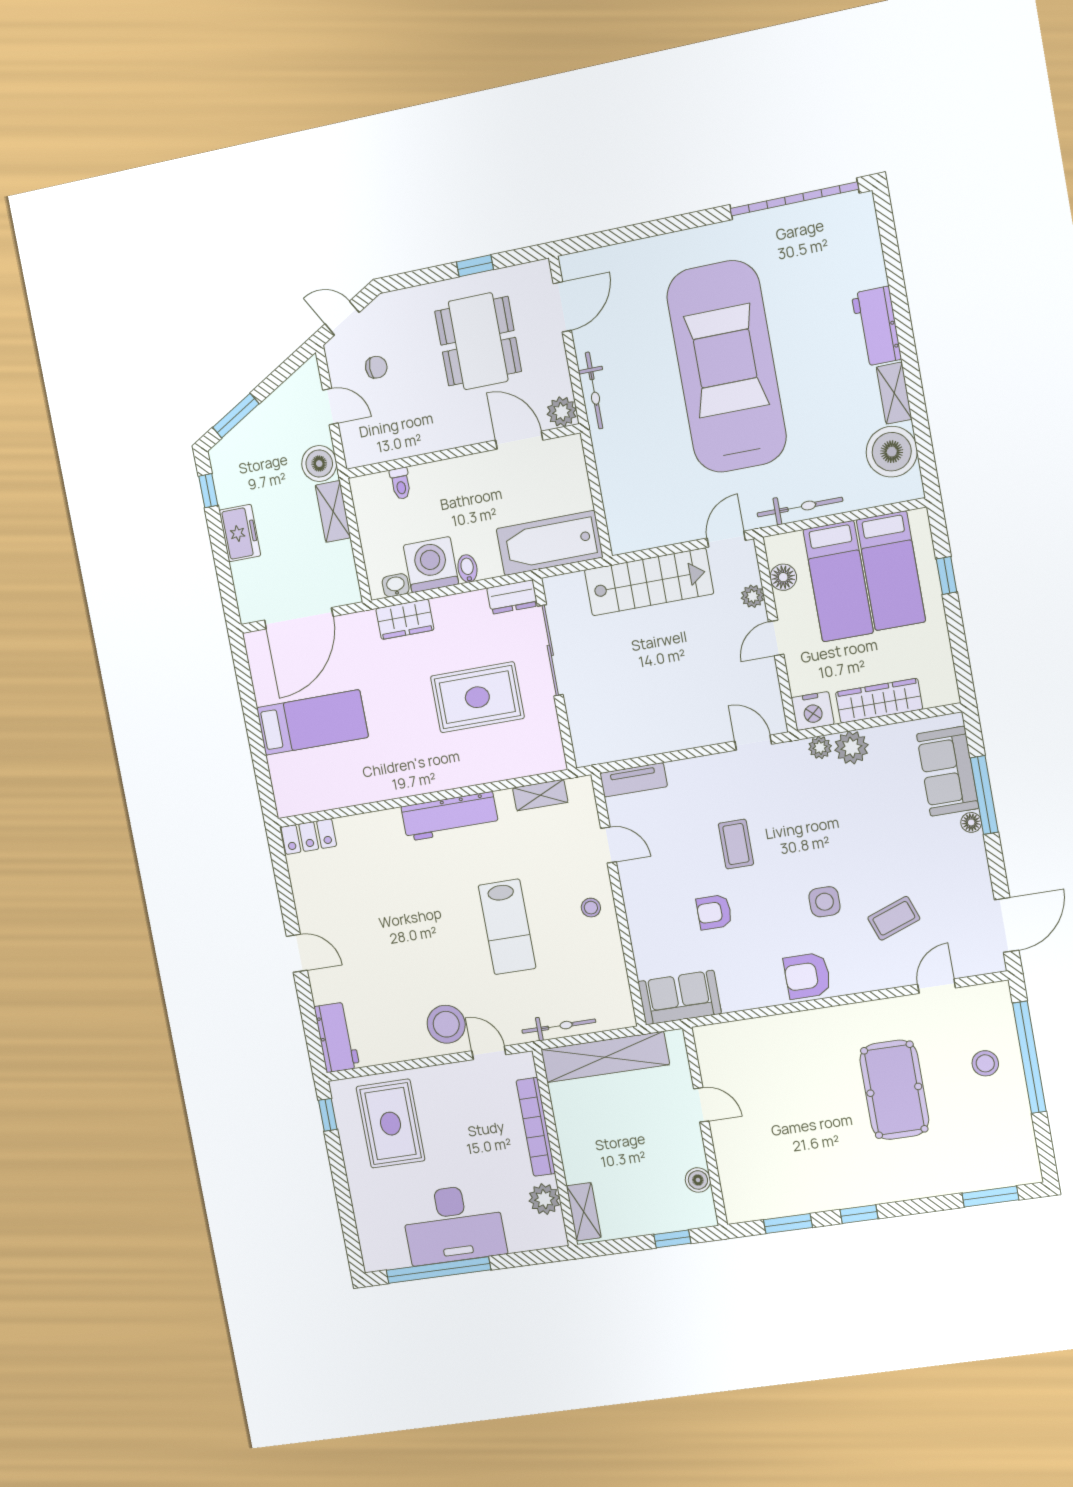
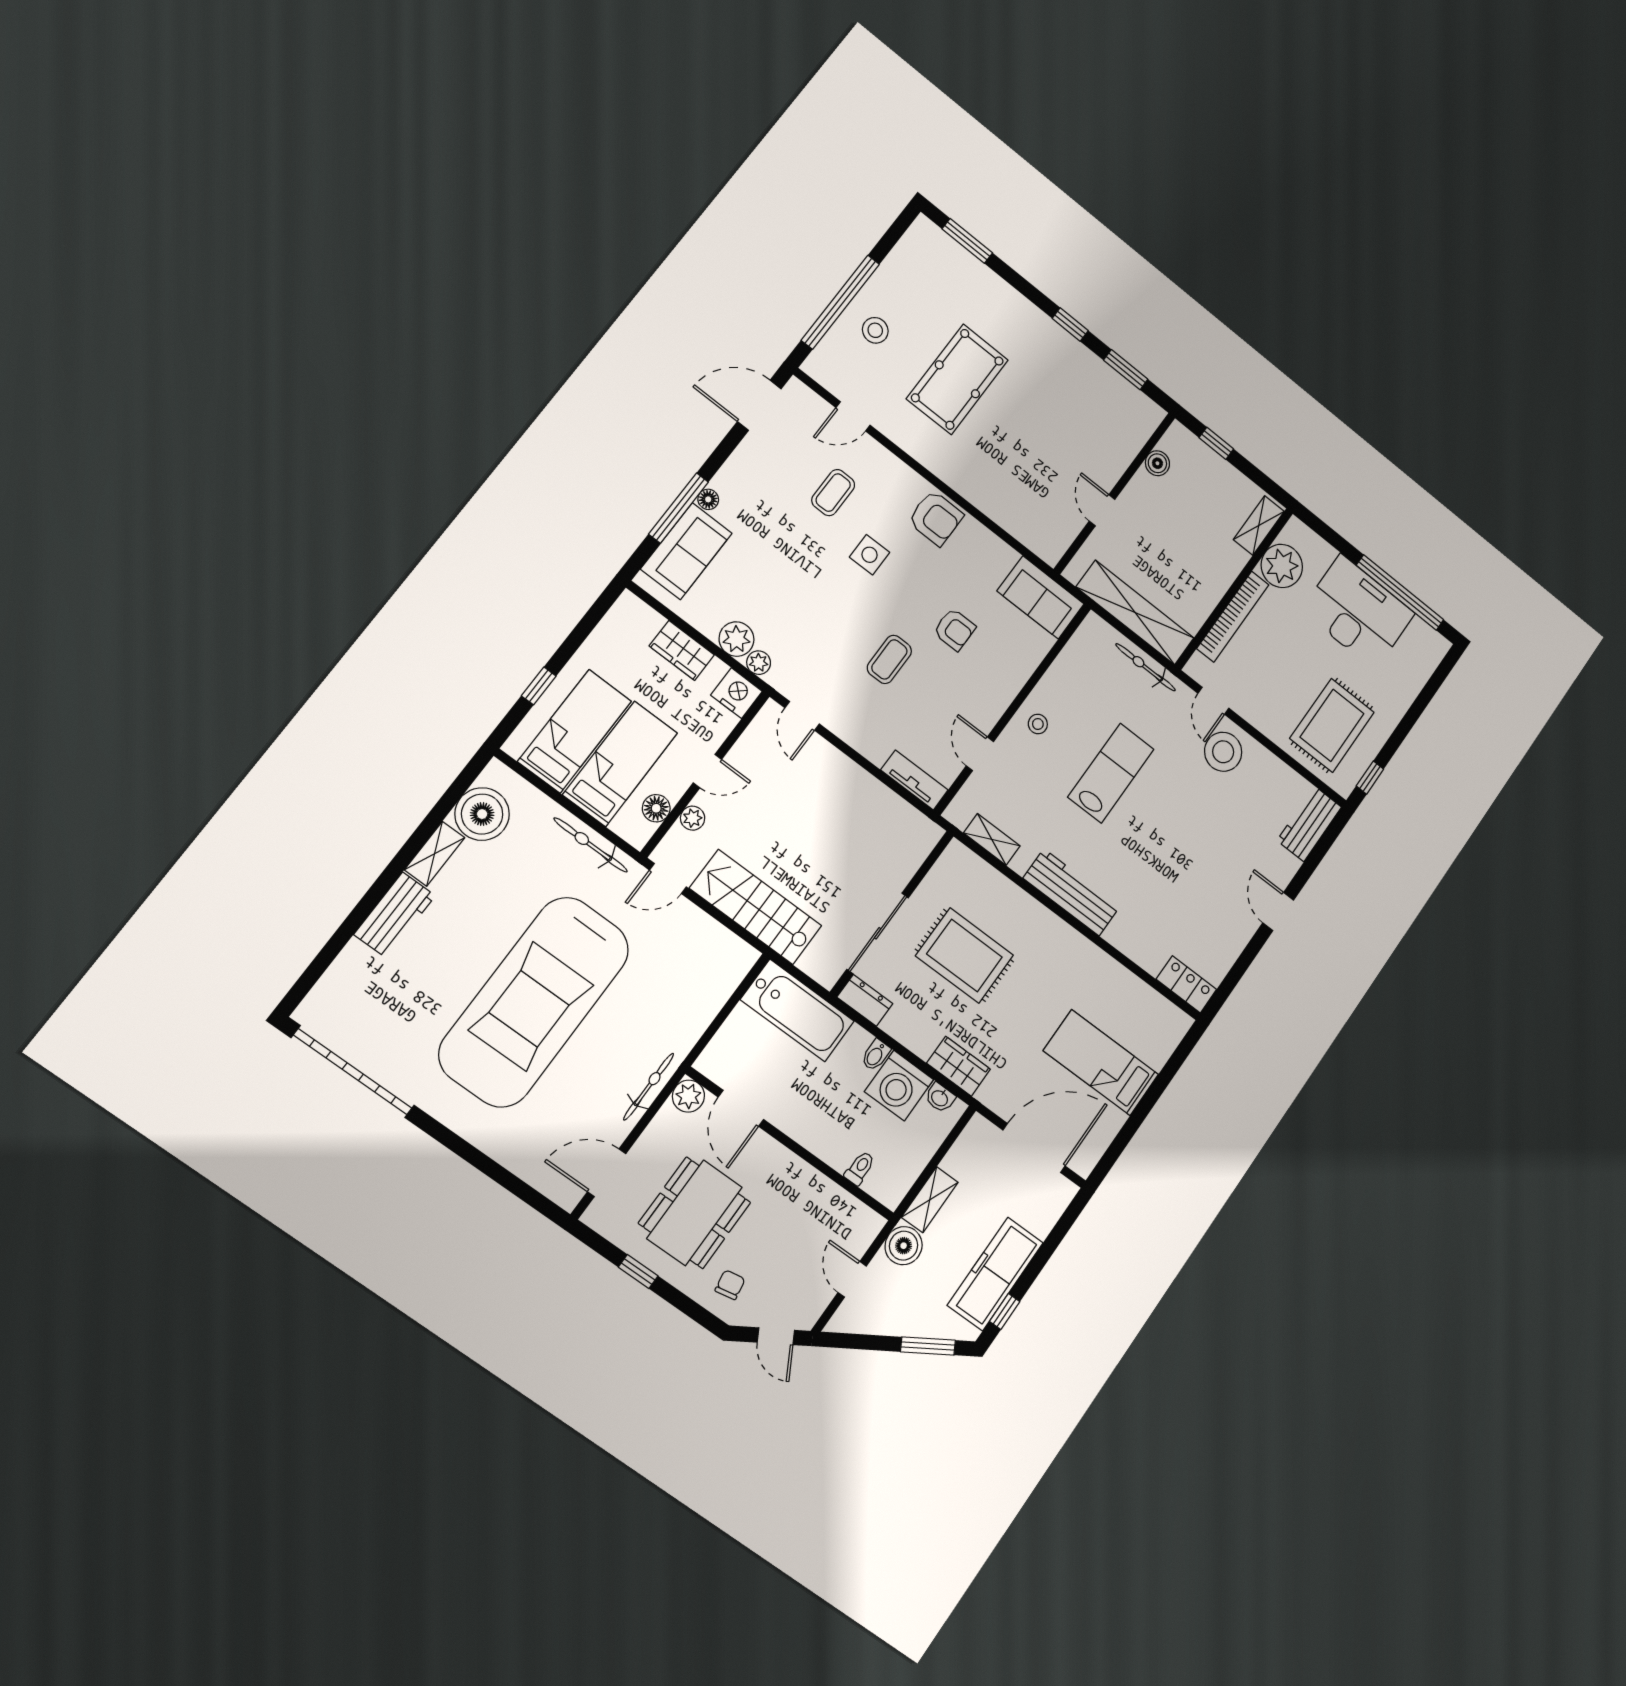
chair: (376, 367) -> (730, 1285), moved, turned 80
freezer: (240, 533) -> (995, 1274), width x1.91, depth x1.26
wardrobe: (879, 701) -> (682, 650), width x0.67
coffee table: (894, 918) -> (833, 493), turned -70
plant: (544, 1199) -> (1282, 566), width x1.36, depth x1.36

